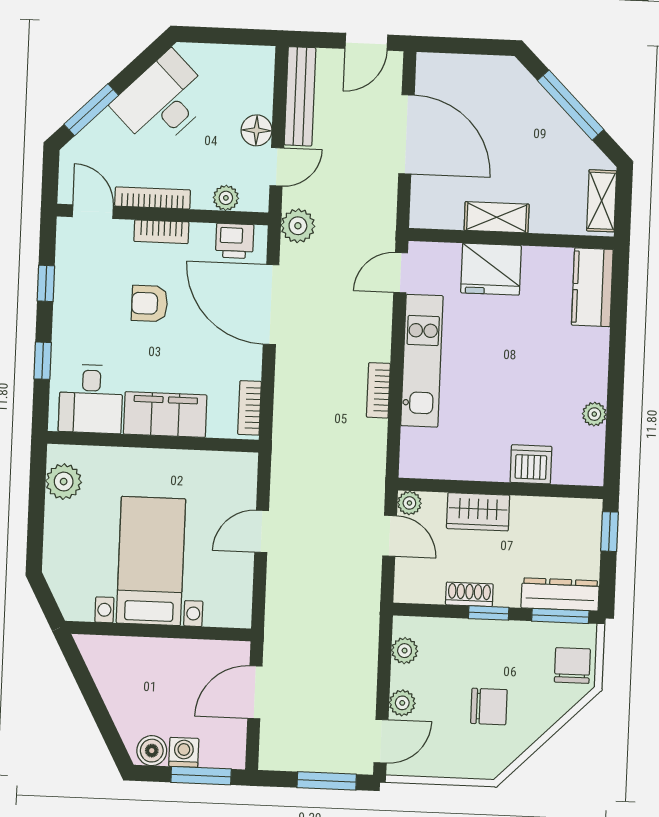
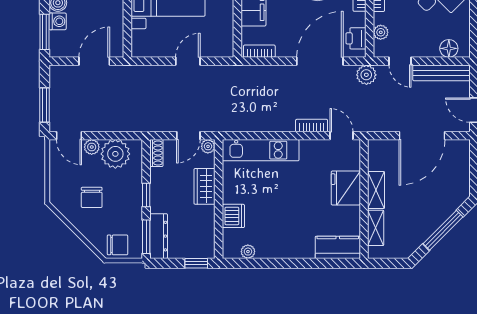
floor lamp: (256, 130) -> (449, 48), moved
shelving: (602, 201) -> (376, 228), moved, turned 90
kitchen unit: (422, 361) -> (261, 150), moved
bookcase: (378, 390) -> (312, 126), moved
plant: (594, 414) -> (248, 252), moved
door: (262, 531) -> (188, 61), hinge flipped
shoe rack: (469, 594) -> (156, 153), moved
plant: (405, 651) -> (115, 154), width x1.88, depth x1.88
door: (255, 692) -> (94, 61), hinge flipped

